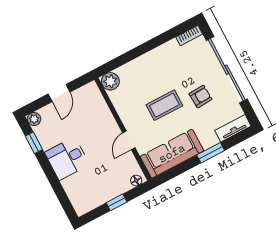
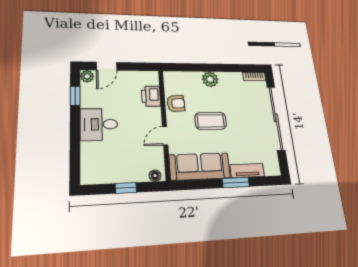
plant: (110, 81) -> (210, 79), moved
door: (59, 93) -> (107, 66), moved
armchair: (200, 97) -> (176, 103), moved
printer: (99, 109) -> (151, 96), added
tv unit: (233, 128) -> (247, 171), moved

